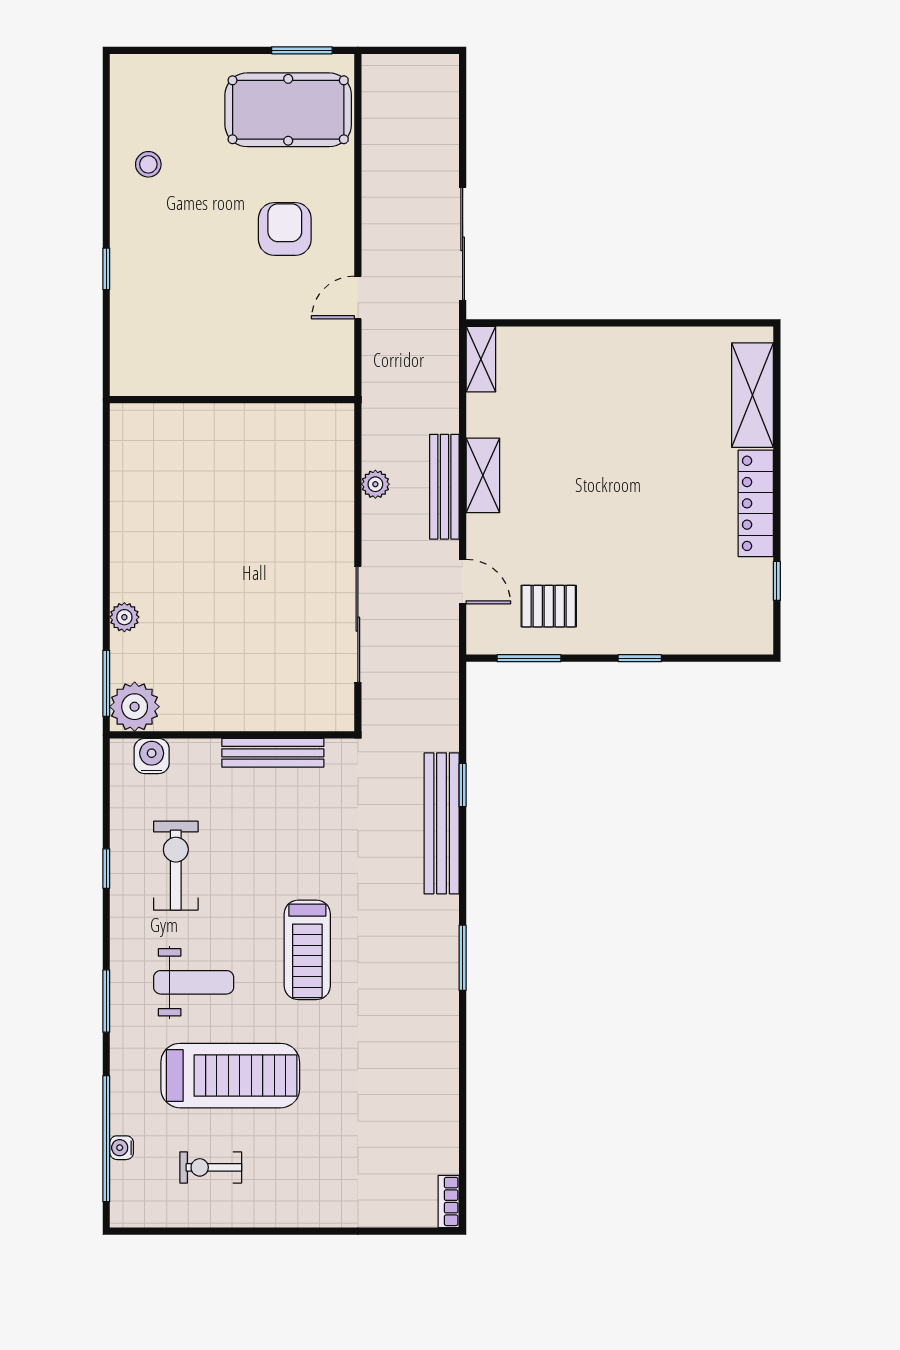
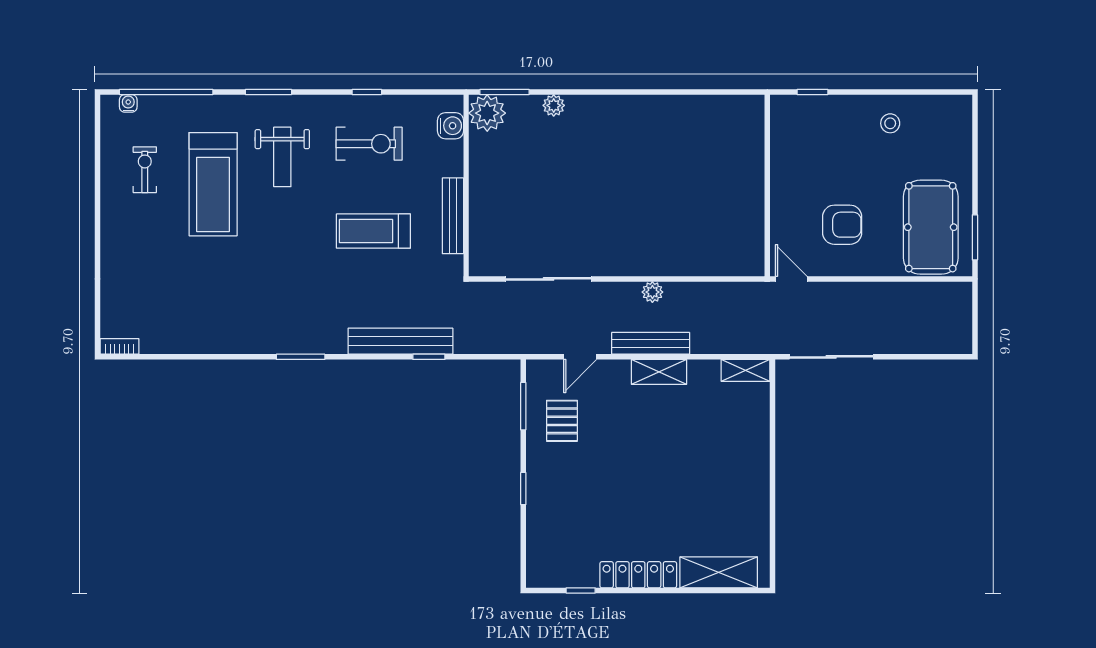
wall: (232, 400) -> (767, 185), moved
treadmill: (307, 950) -> (373, 231), moved
water cooler: (122, 1148) -> (128, 103), moved

